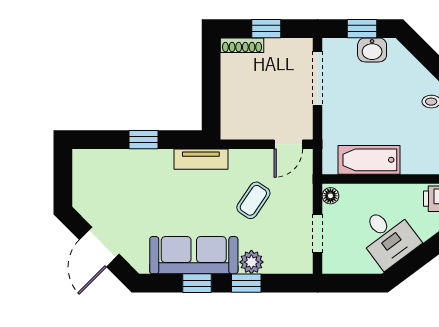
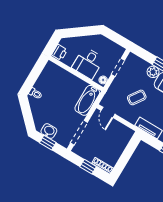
door: (288, 144) -> (108, 112), swing flipped
bathtub: (369, 160) -> (87, 100), moved, turned 90
desk: (388, 237) -> (88, 63), moved, turned -143

